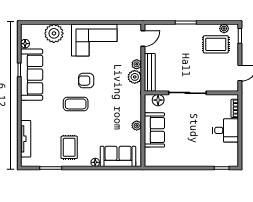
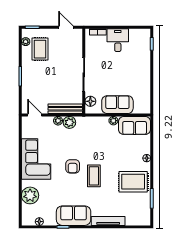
sofa: (32, 75) -> (74, 216), width x0.73
tv unit: (26, 139) -> (108, 221), moved
rug: (69, 147) -> (133, 182), width x1.36, depth x1.43
sofa: (118, 156) -> (135, 125), moved, turned -90

